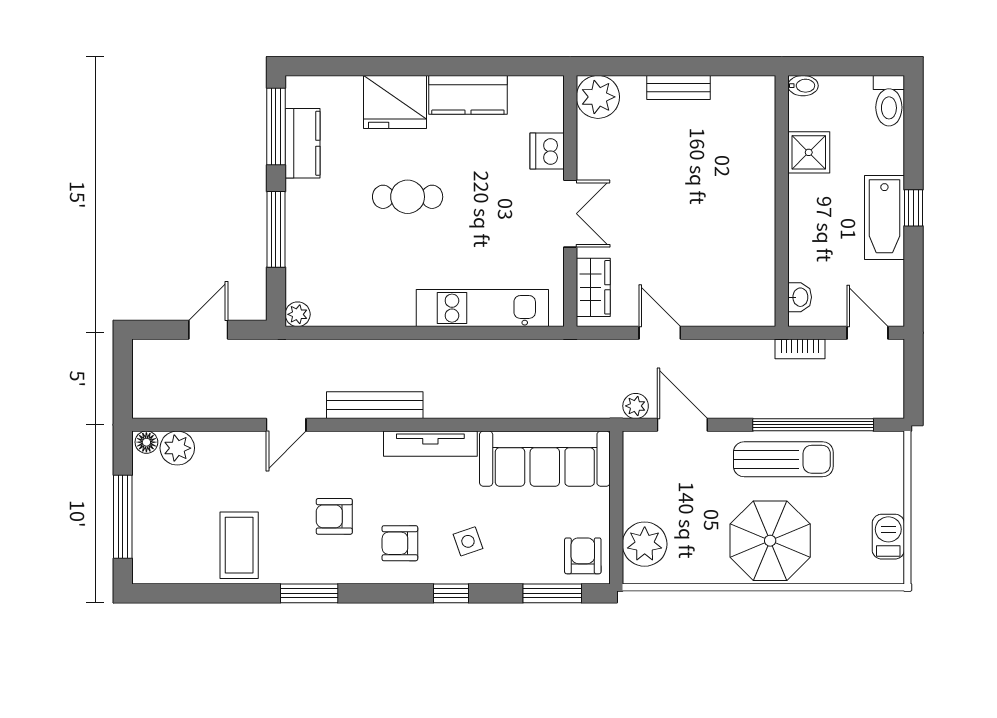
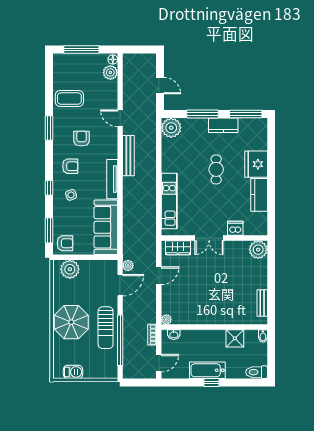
bench: (679, 87) -> (262, 303), moved
kitchen counter: (303, 143) -> (223, 125), moved
plant: (298, 314) -> (171, 128), width x1.87, depth x1.87
plant: (764, 315) -> (166, 319), added
armchair: (400, 543) -> (70, 166), turned 90

